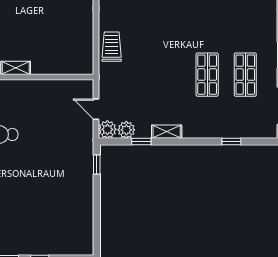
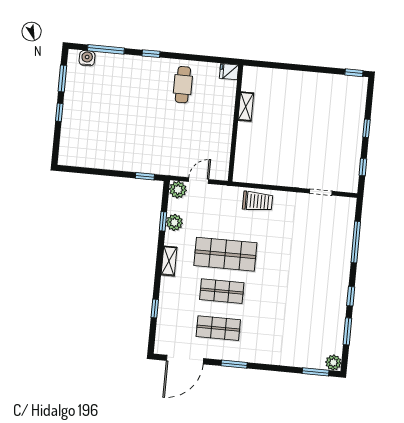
shop shelf: (169, 75) -> (225, 254), added
plant: (126, 130) -> (174, 222), moved
shelving: (167, 132) -> (169, 261), moved

